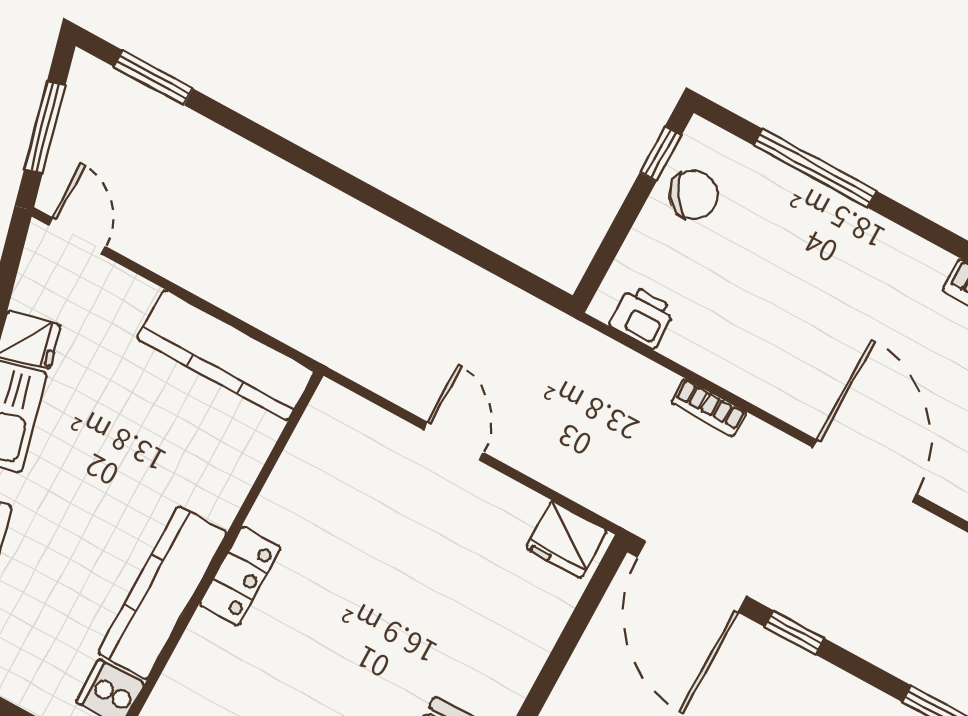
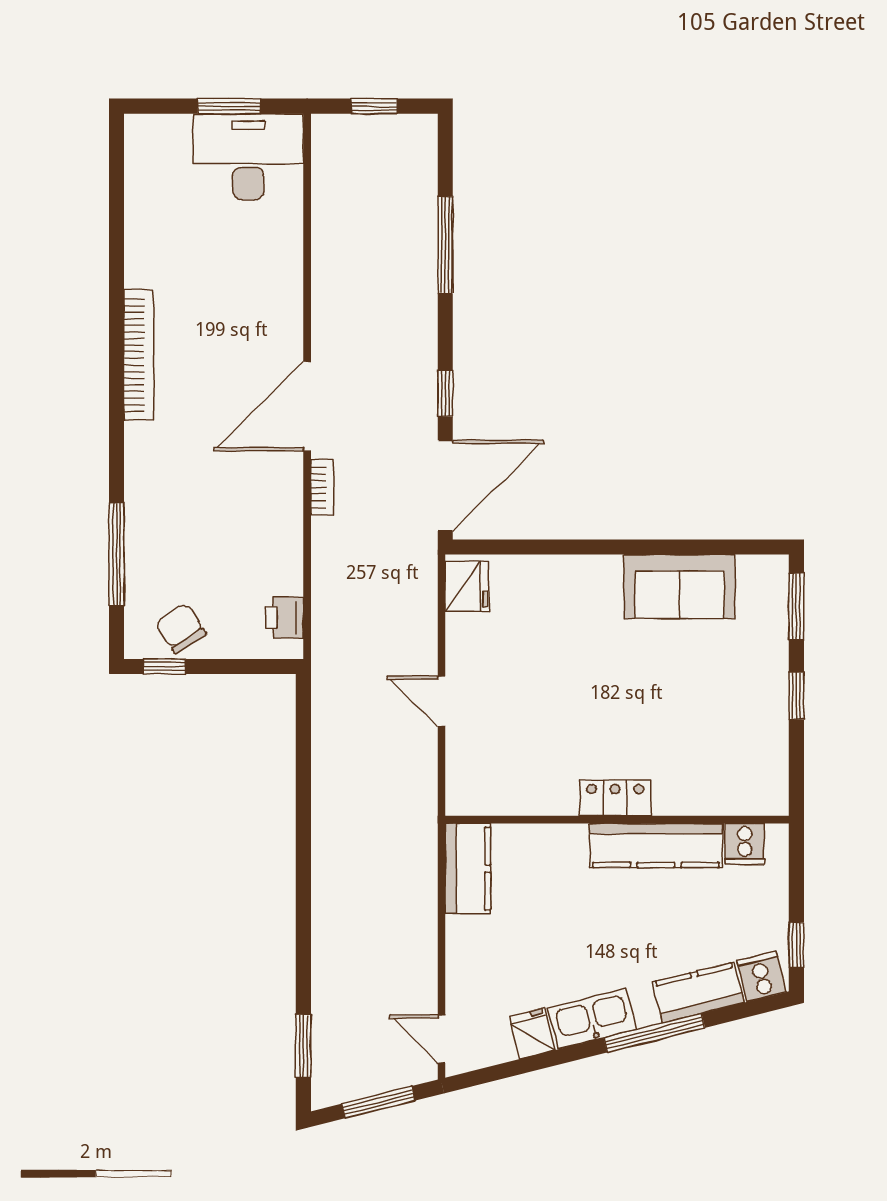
door: (77, 236) -> (441, 1039), hinge flipped
kitchen counter: (226, 355) -> (468, 869), width x0.67
bookcase: (709, 408) -> (322, 487), moved
door: (453, 441) -> (441, 701), hinge flipped

